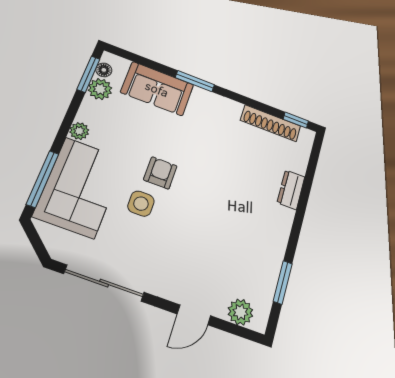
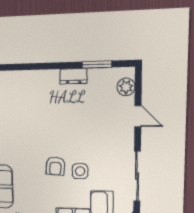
armchair: (160, 173) -> (55, 166), turned -85
dresser: (291, 190) -> (73, 76), moved

